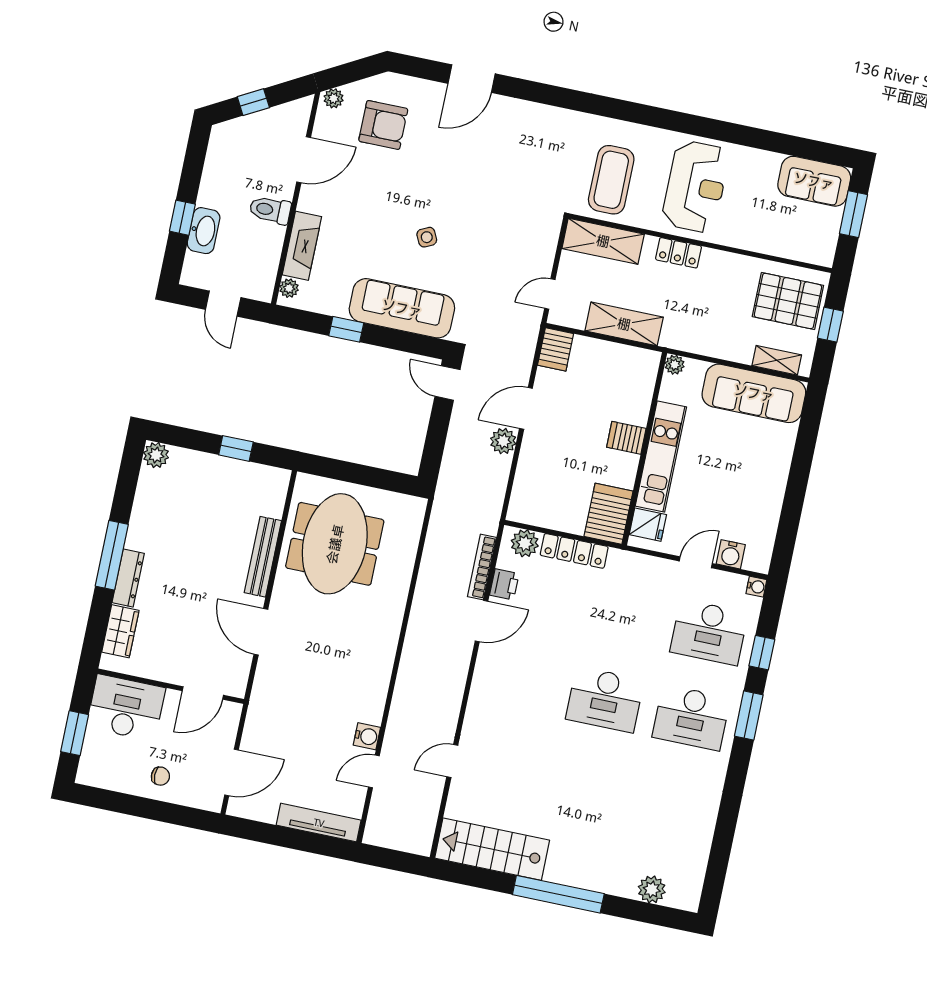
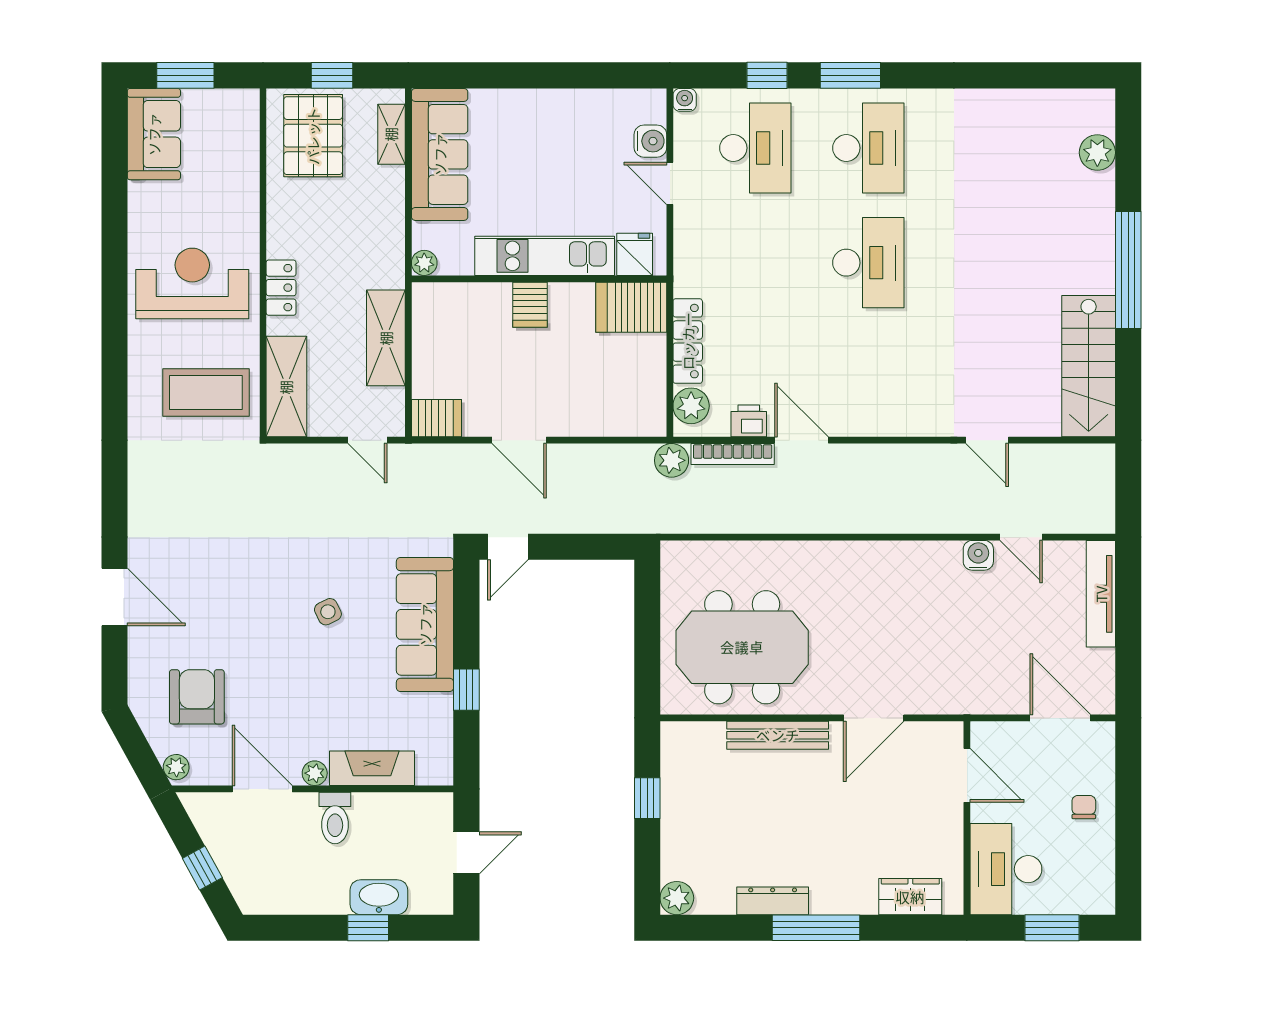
plant: (289, 288) -> (315, 773), moved
plant: (503, 441) -> (672, 460), moved
dresser: (128, 578) -> (773, 901), moved

